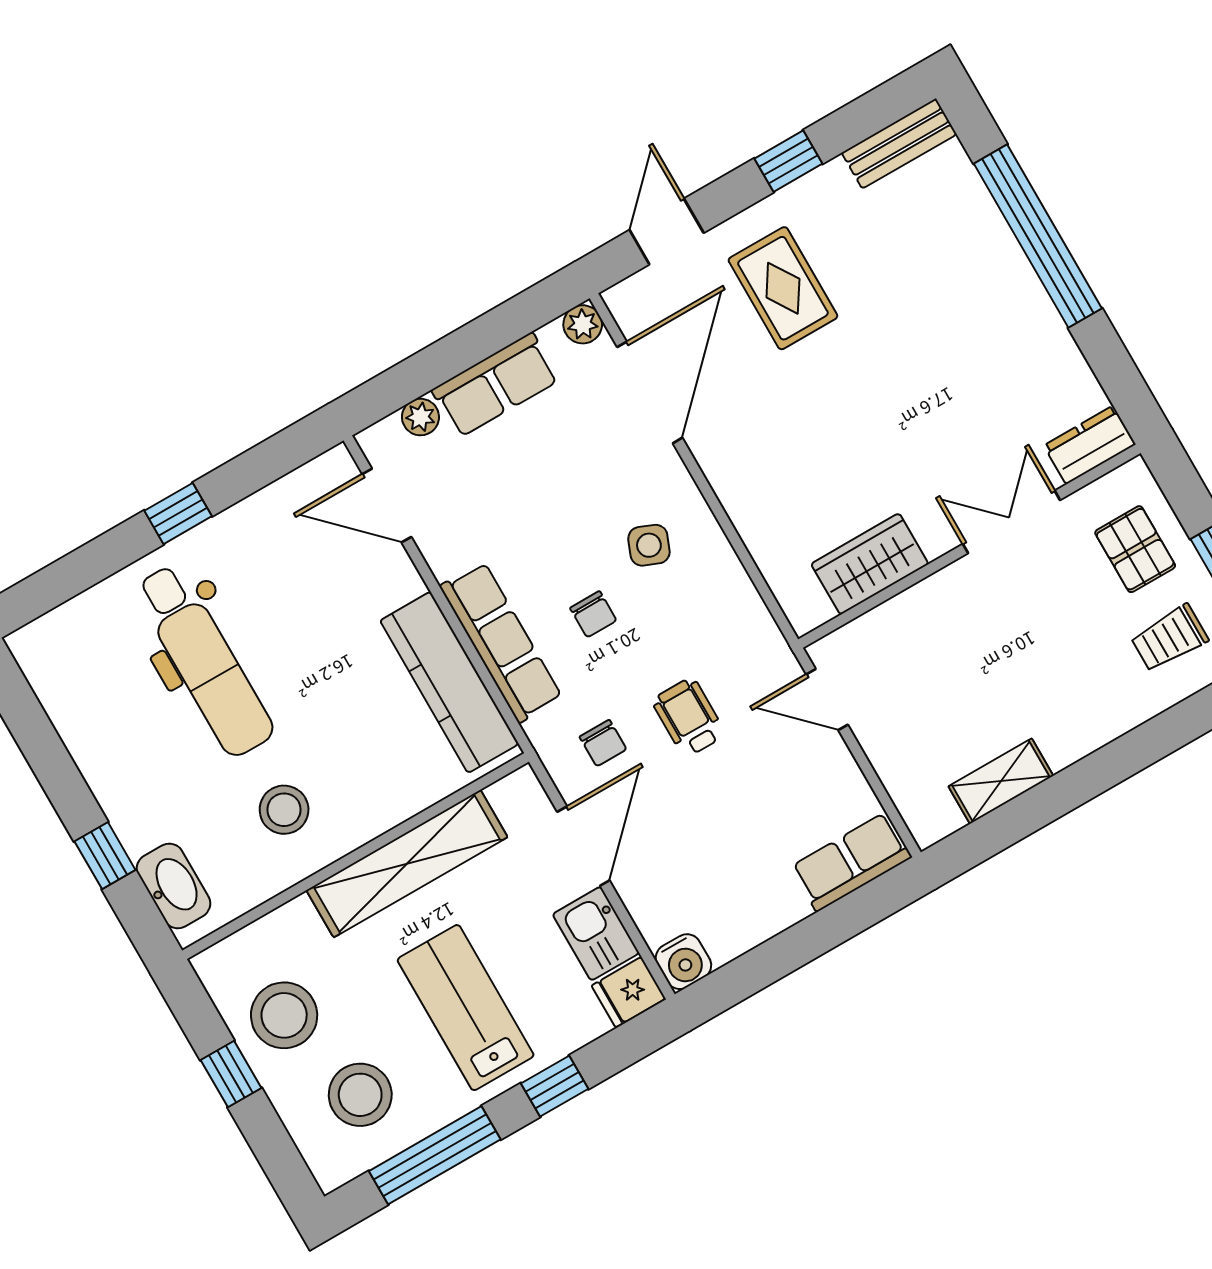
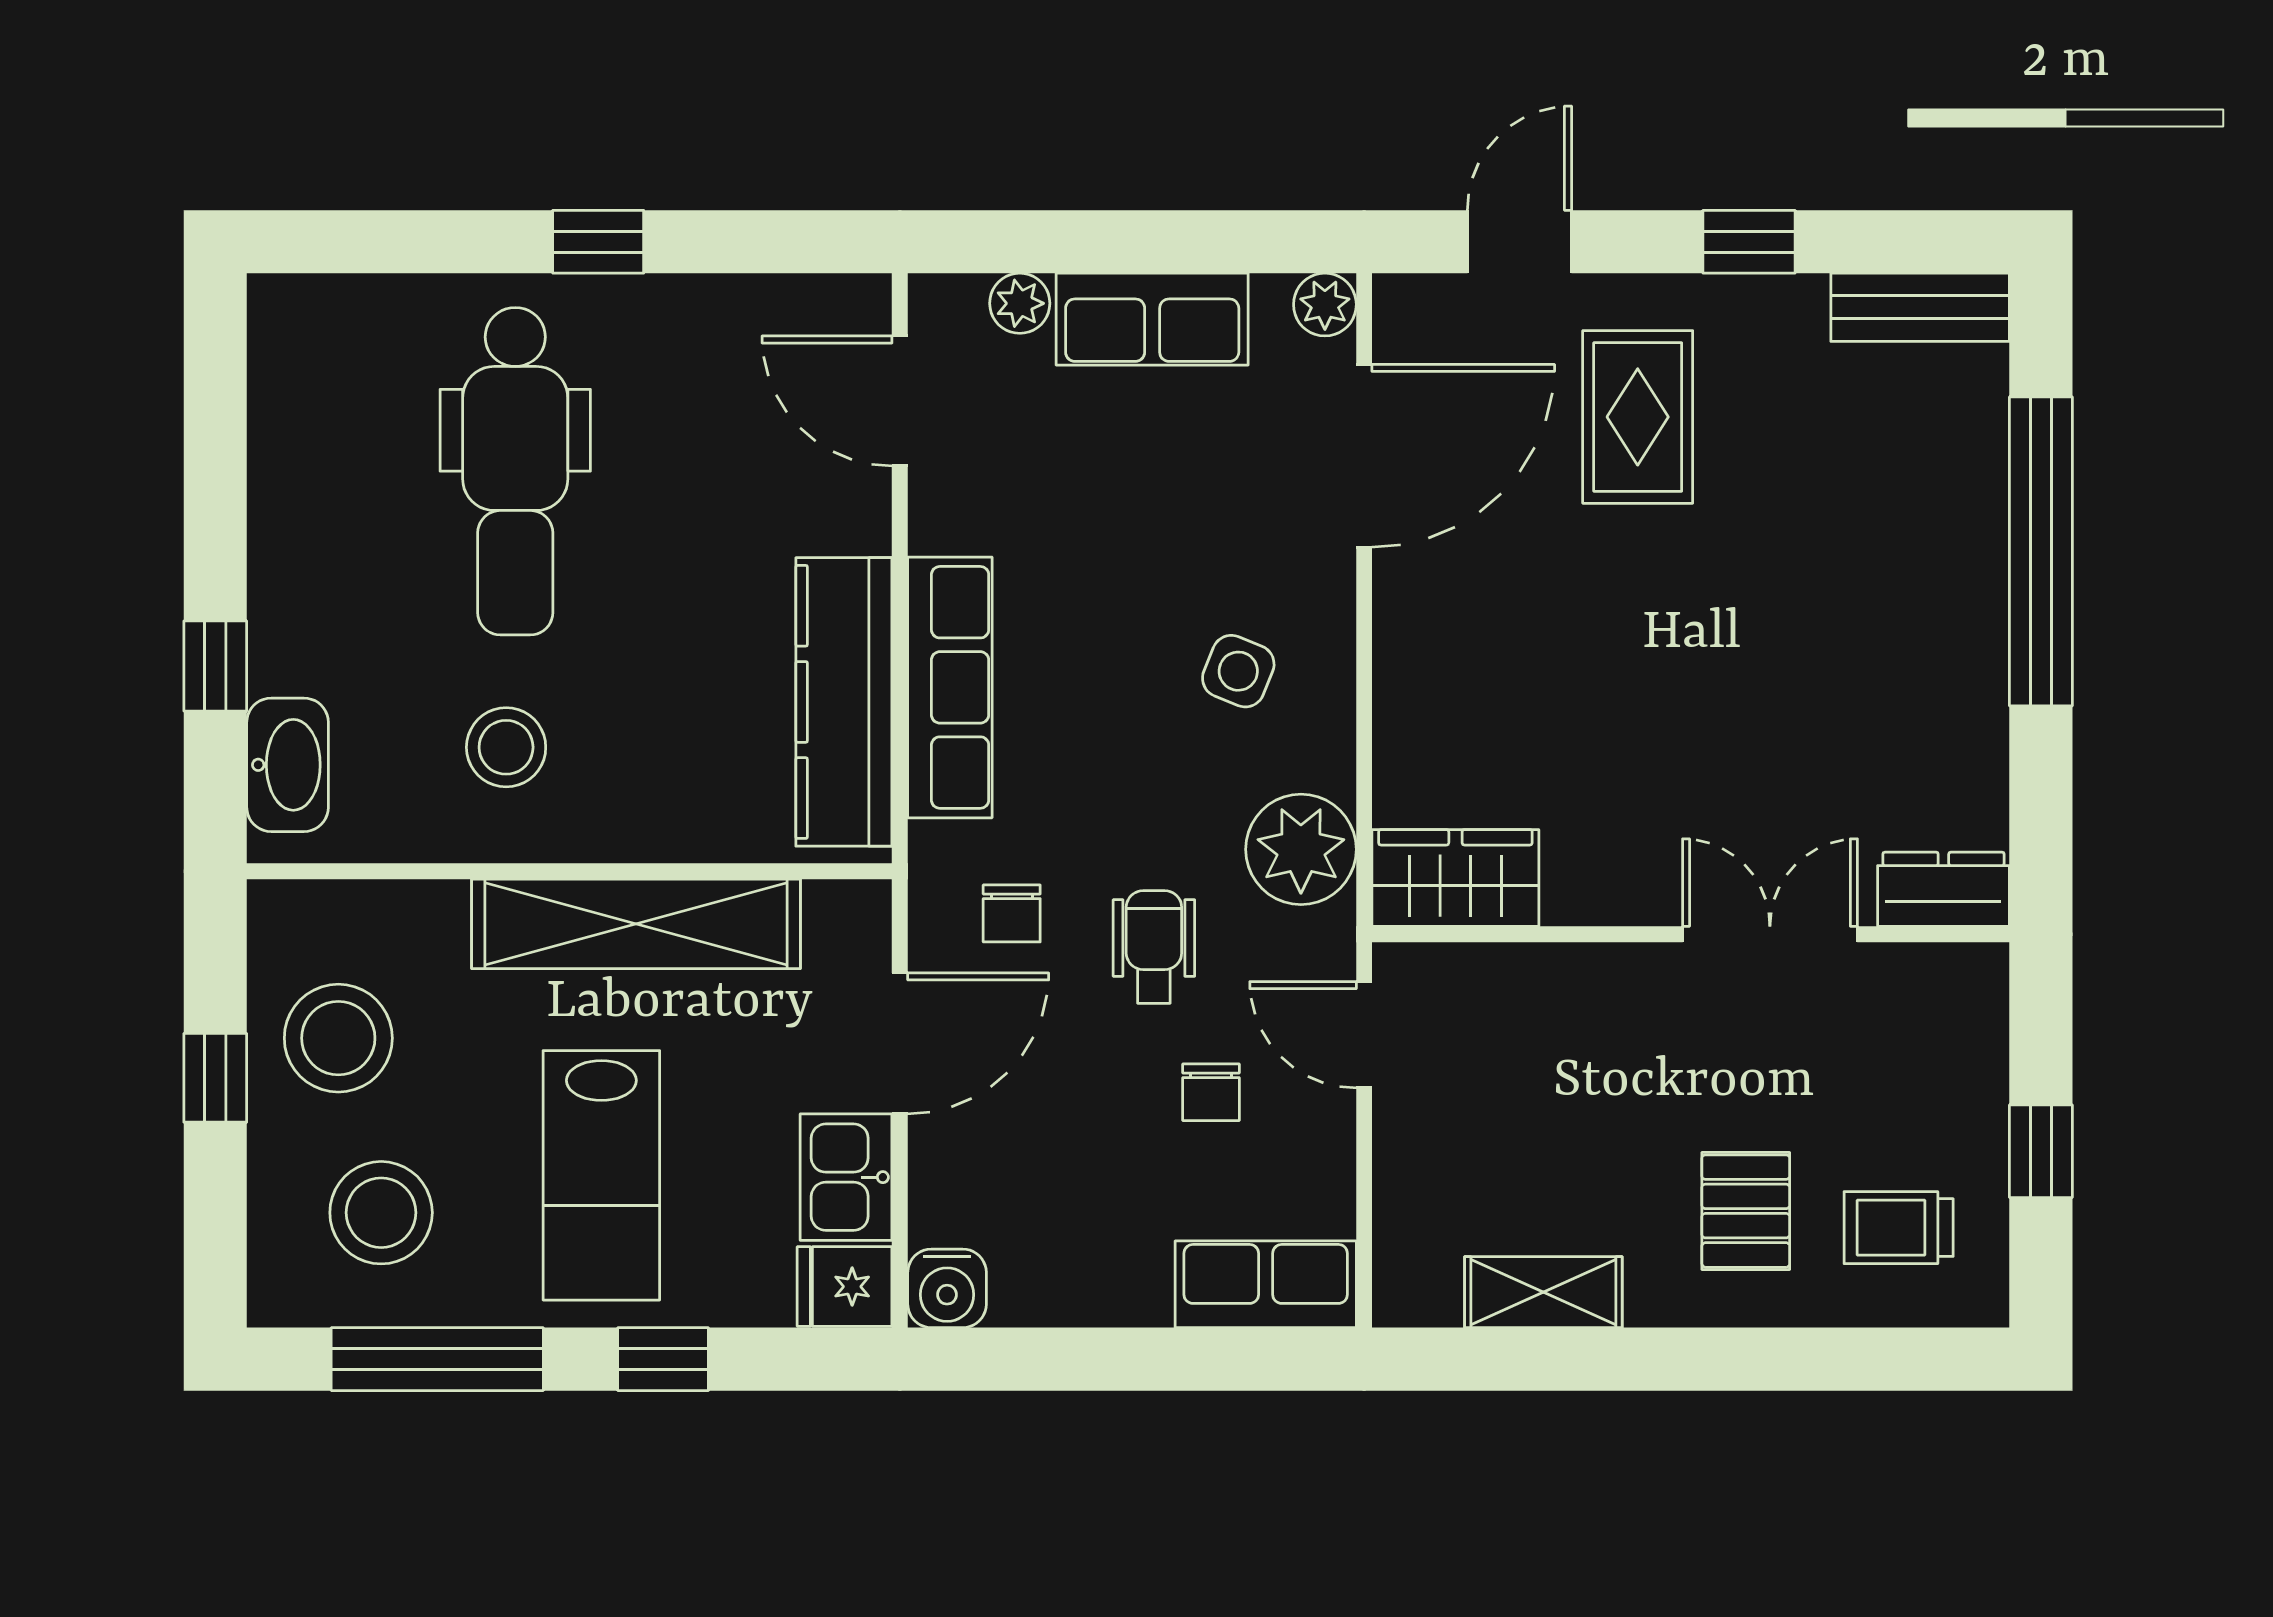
pallet: (1135, 549) -> (1746, 1211), moved
wardrobe: (870, 564) -> (1455, 878), moved
chair: (593, 614) -> (1211, 1092), moved
plant: (737, 621) -> (1301, 849), added
lab bench: (466, 1008) -> (601, 1175), turned 180

